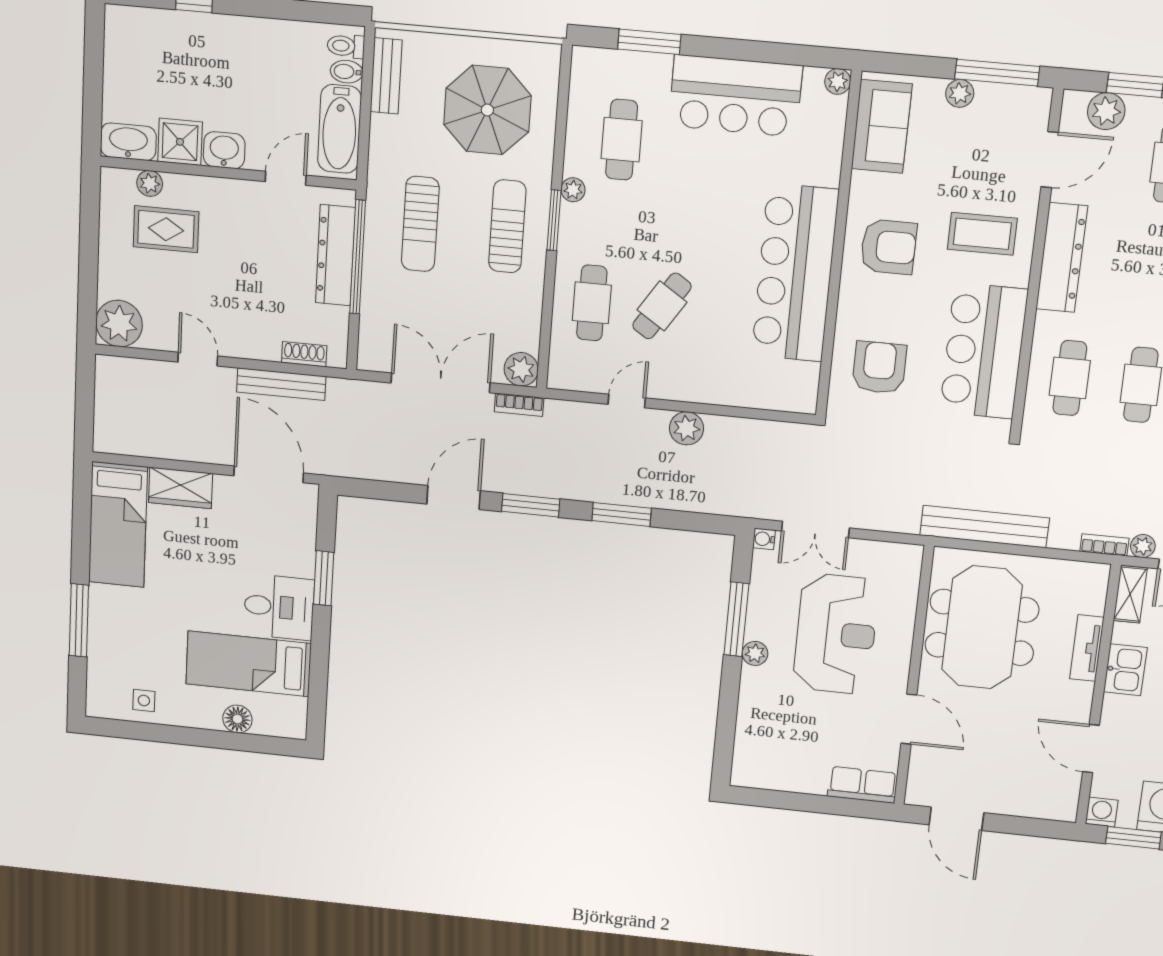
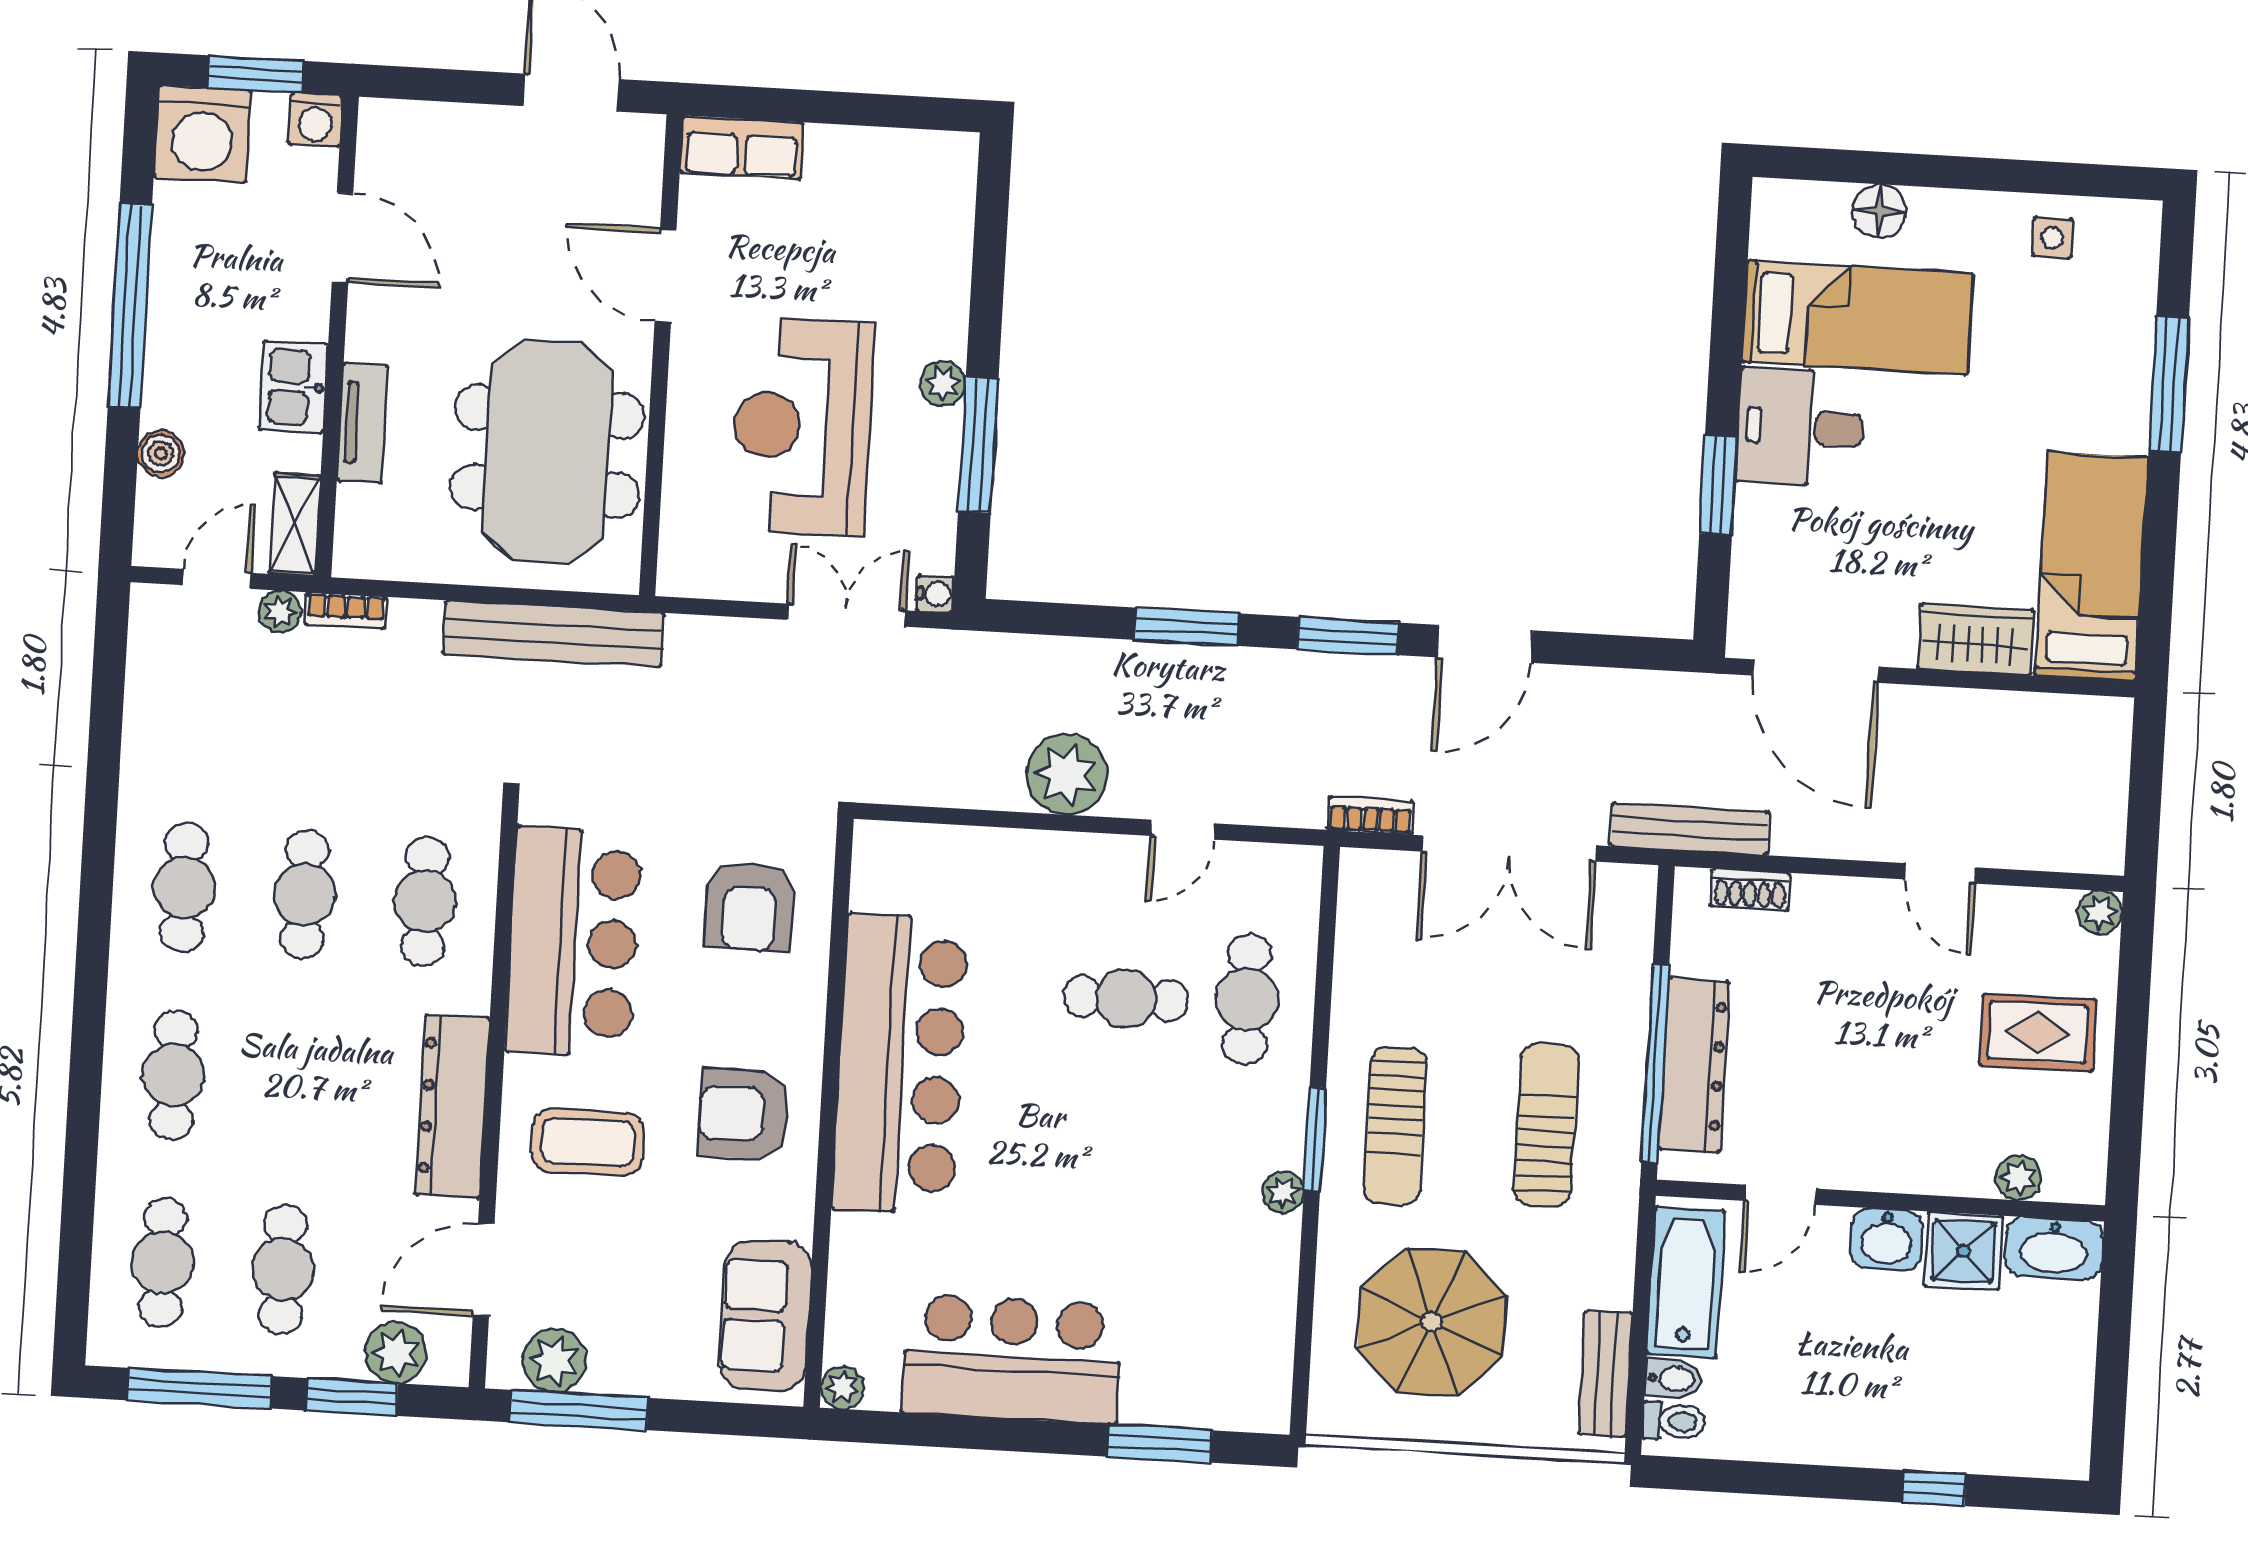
plant: (960, 93) -> (555, 1361), moved, width x1.38, depth x1.38
cafe table: (622, 140) -> (1202, 1279), removed
rug: (166, 229) -> (2038, 1033), moved
cafe table: (662, 306) -> (1126, 999), turned 57
plant: (119, 324) -> (2100, 913), width x0.53, depth x0.53
plant: (521, 369) -> (1368, 878), removed
bench: (281, 384) -> (1690, 829), moved
plant: (686, 428) -> (1067, 774), width x1.36, depth x1.36

